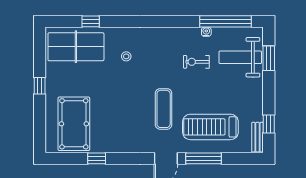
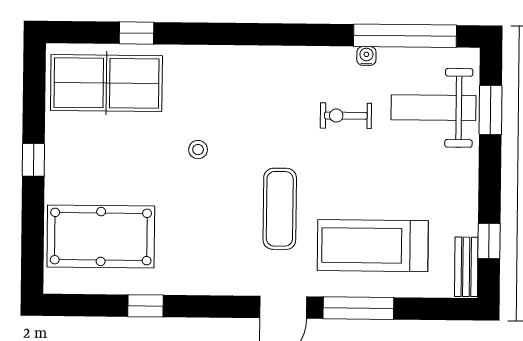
stool: (126, 56) -> (198, 150), moved
pool table: (74, 124) -> (101, 236), turned 90

